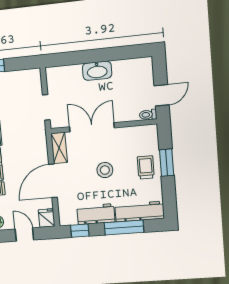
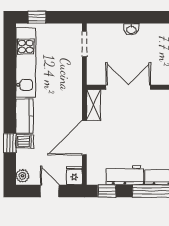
washbasin: (97, 71) -> (131, 29), width x0.52, depth x0.69
doorway: (46, 107) -> (84, 44), moved
stool: (105, 170) -> (137, 131), removed

